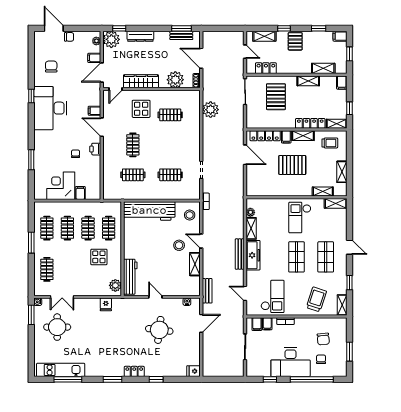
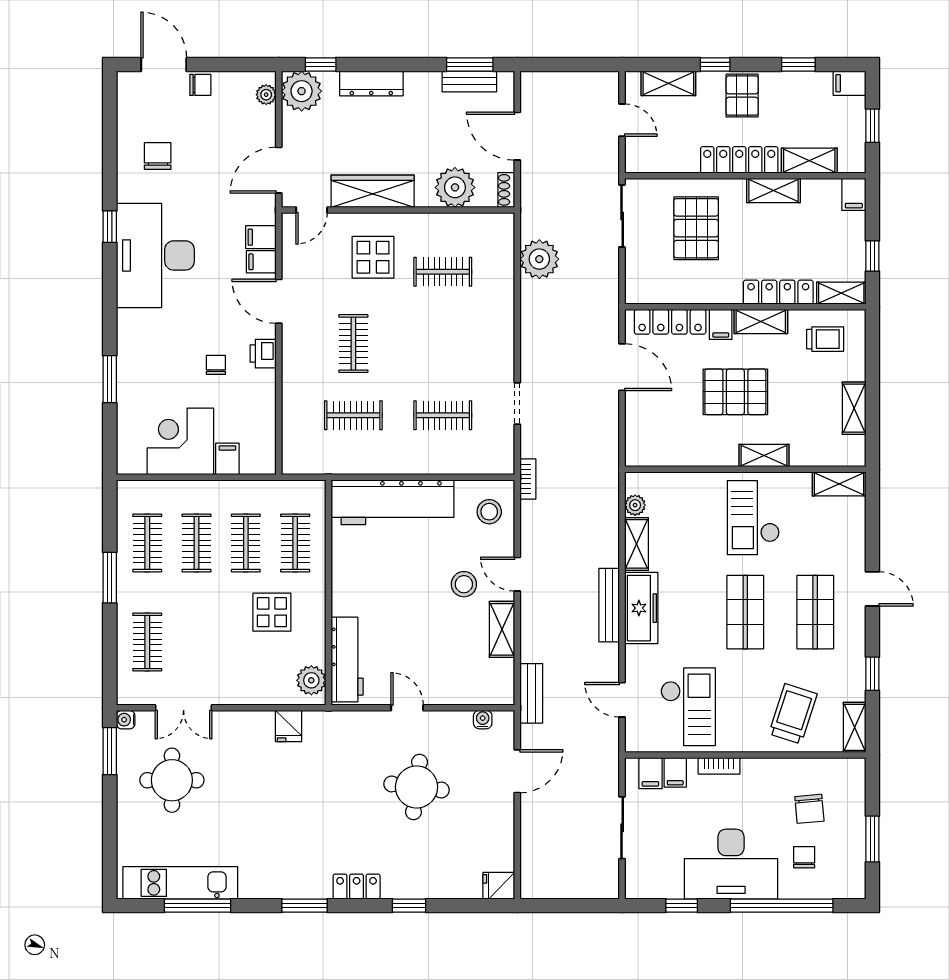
filing cabinet: (94, 58) -> (261, 237), moved
locker: (266, 68) -> (739, 160), moved, width x1.53
shelving: (323, 192) -> (764, 455), moved

